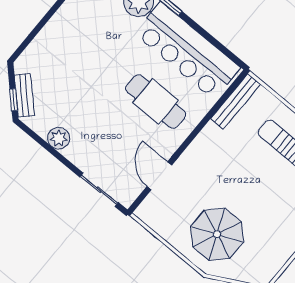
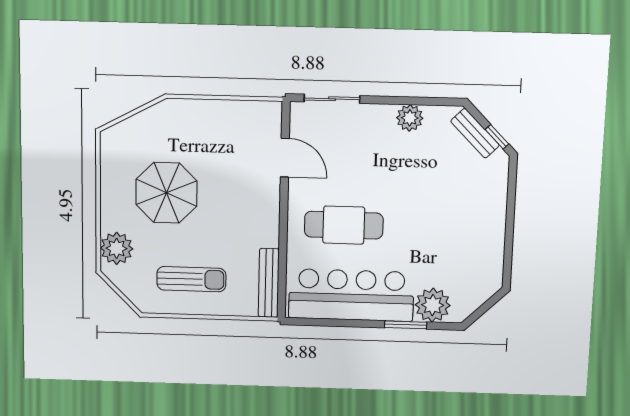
window: (14, 100) -> (497, 137), moved
parasol: (217, 234) -> (166, 193), moved

